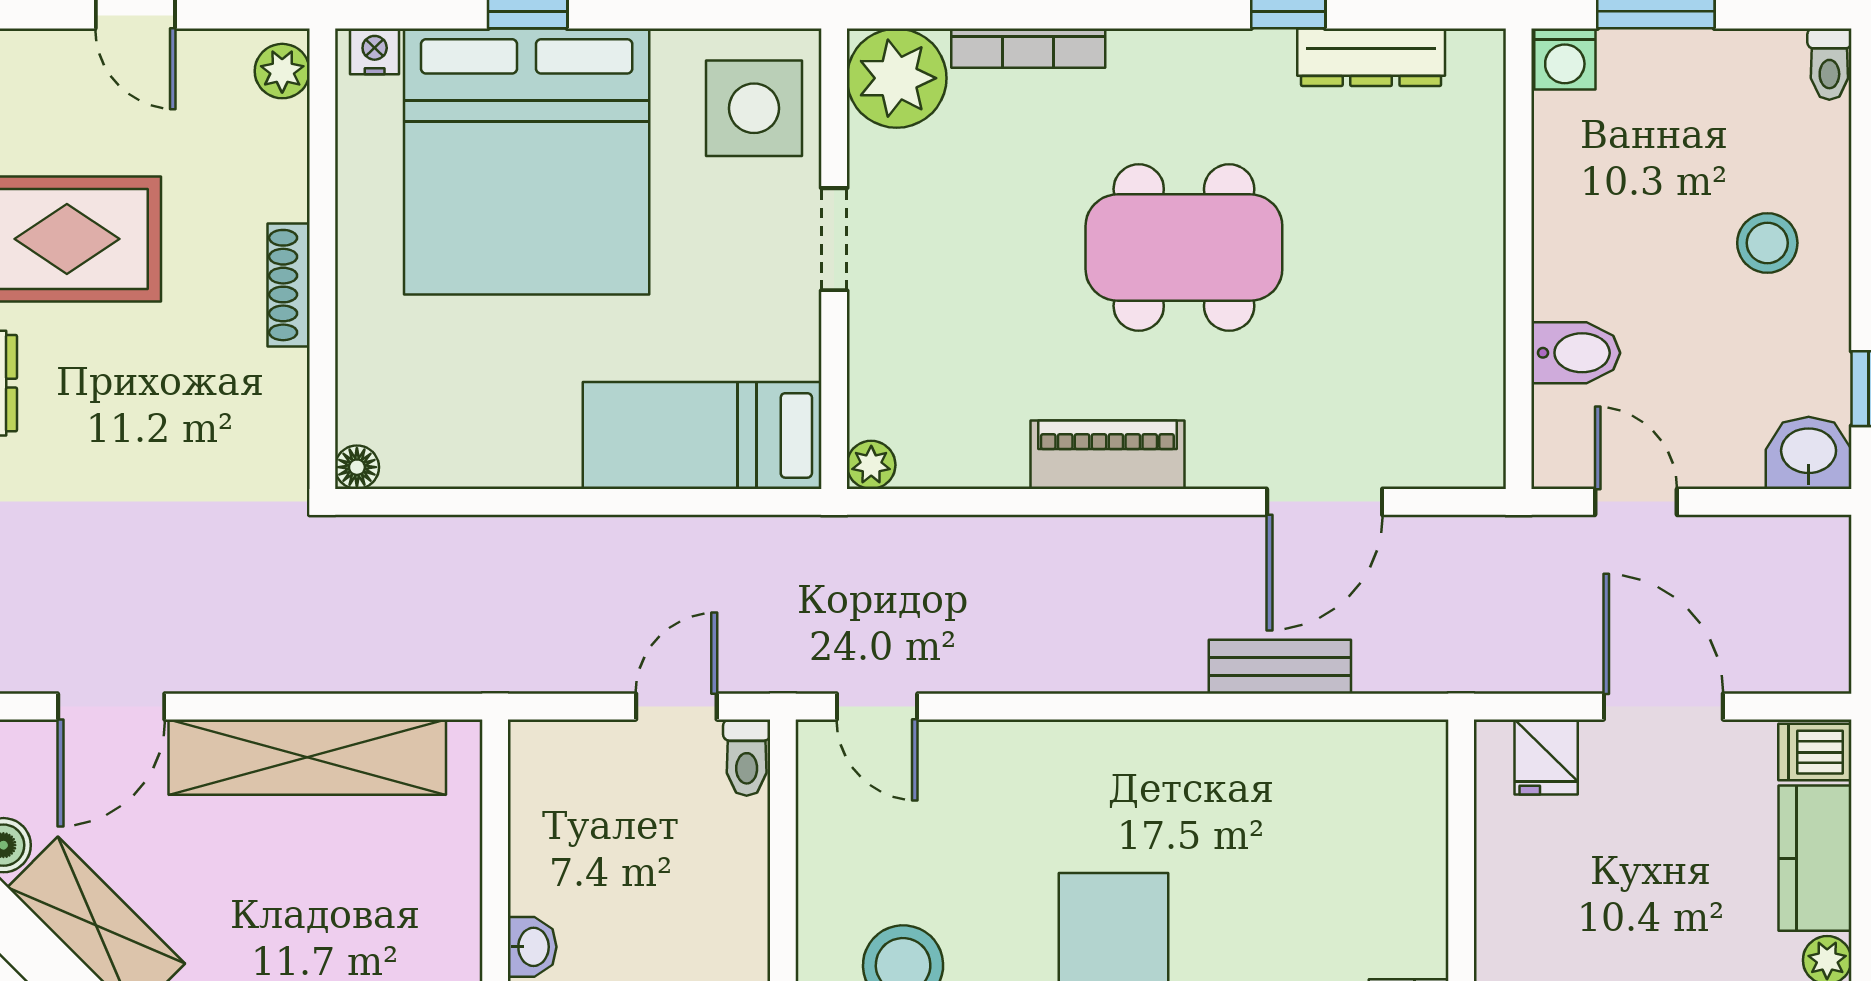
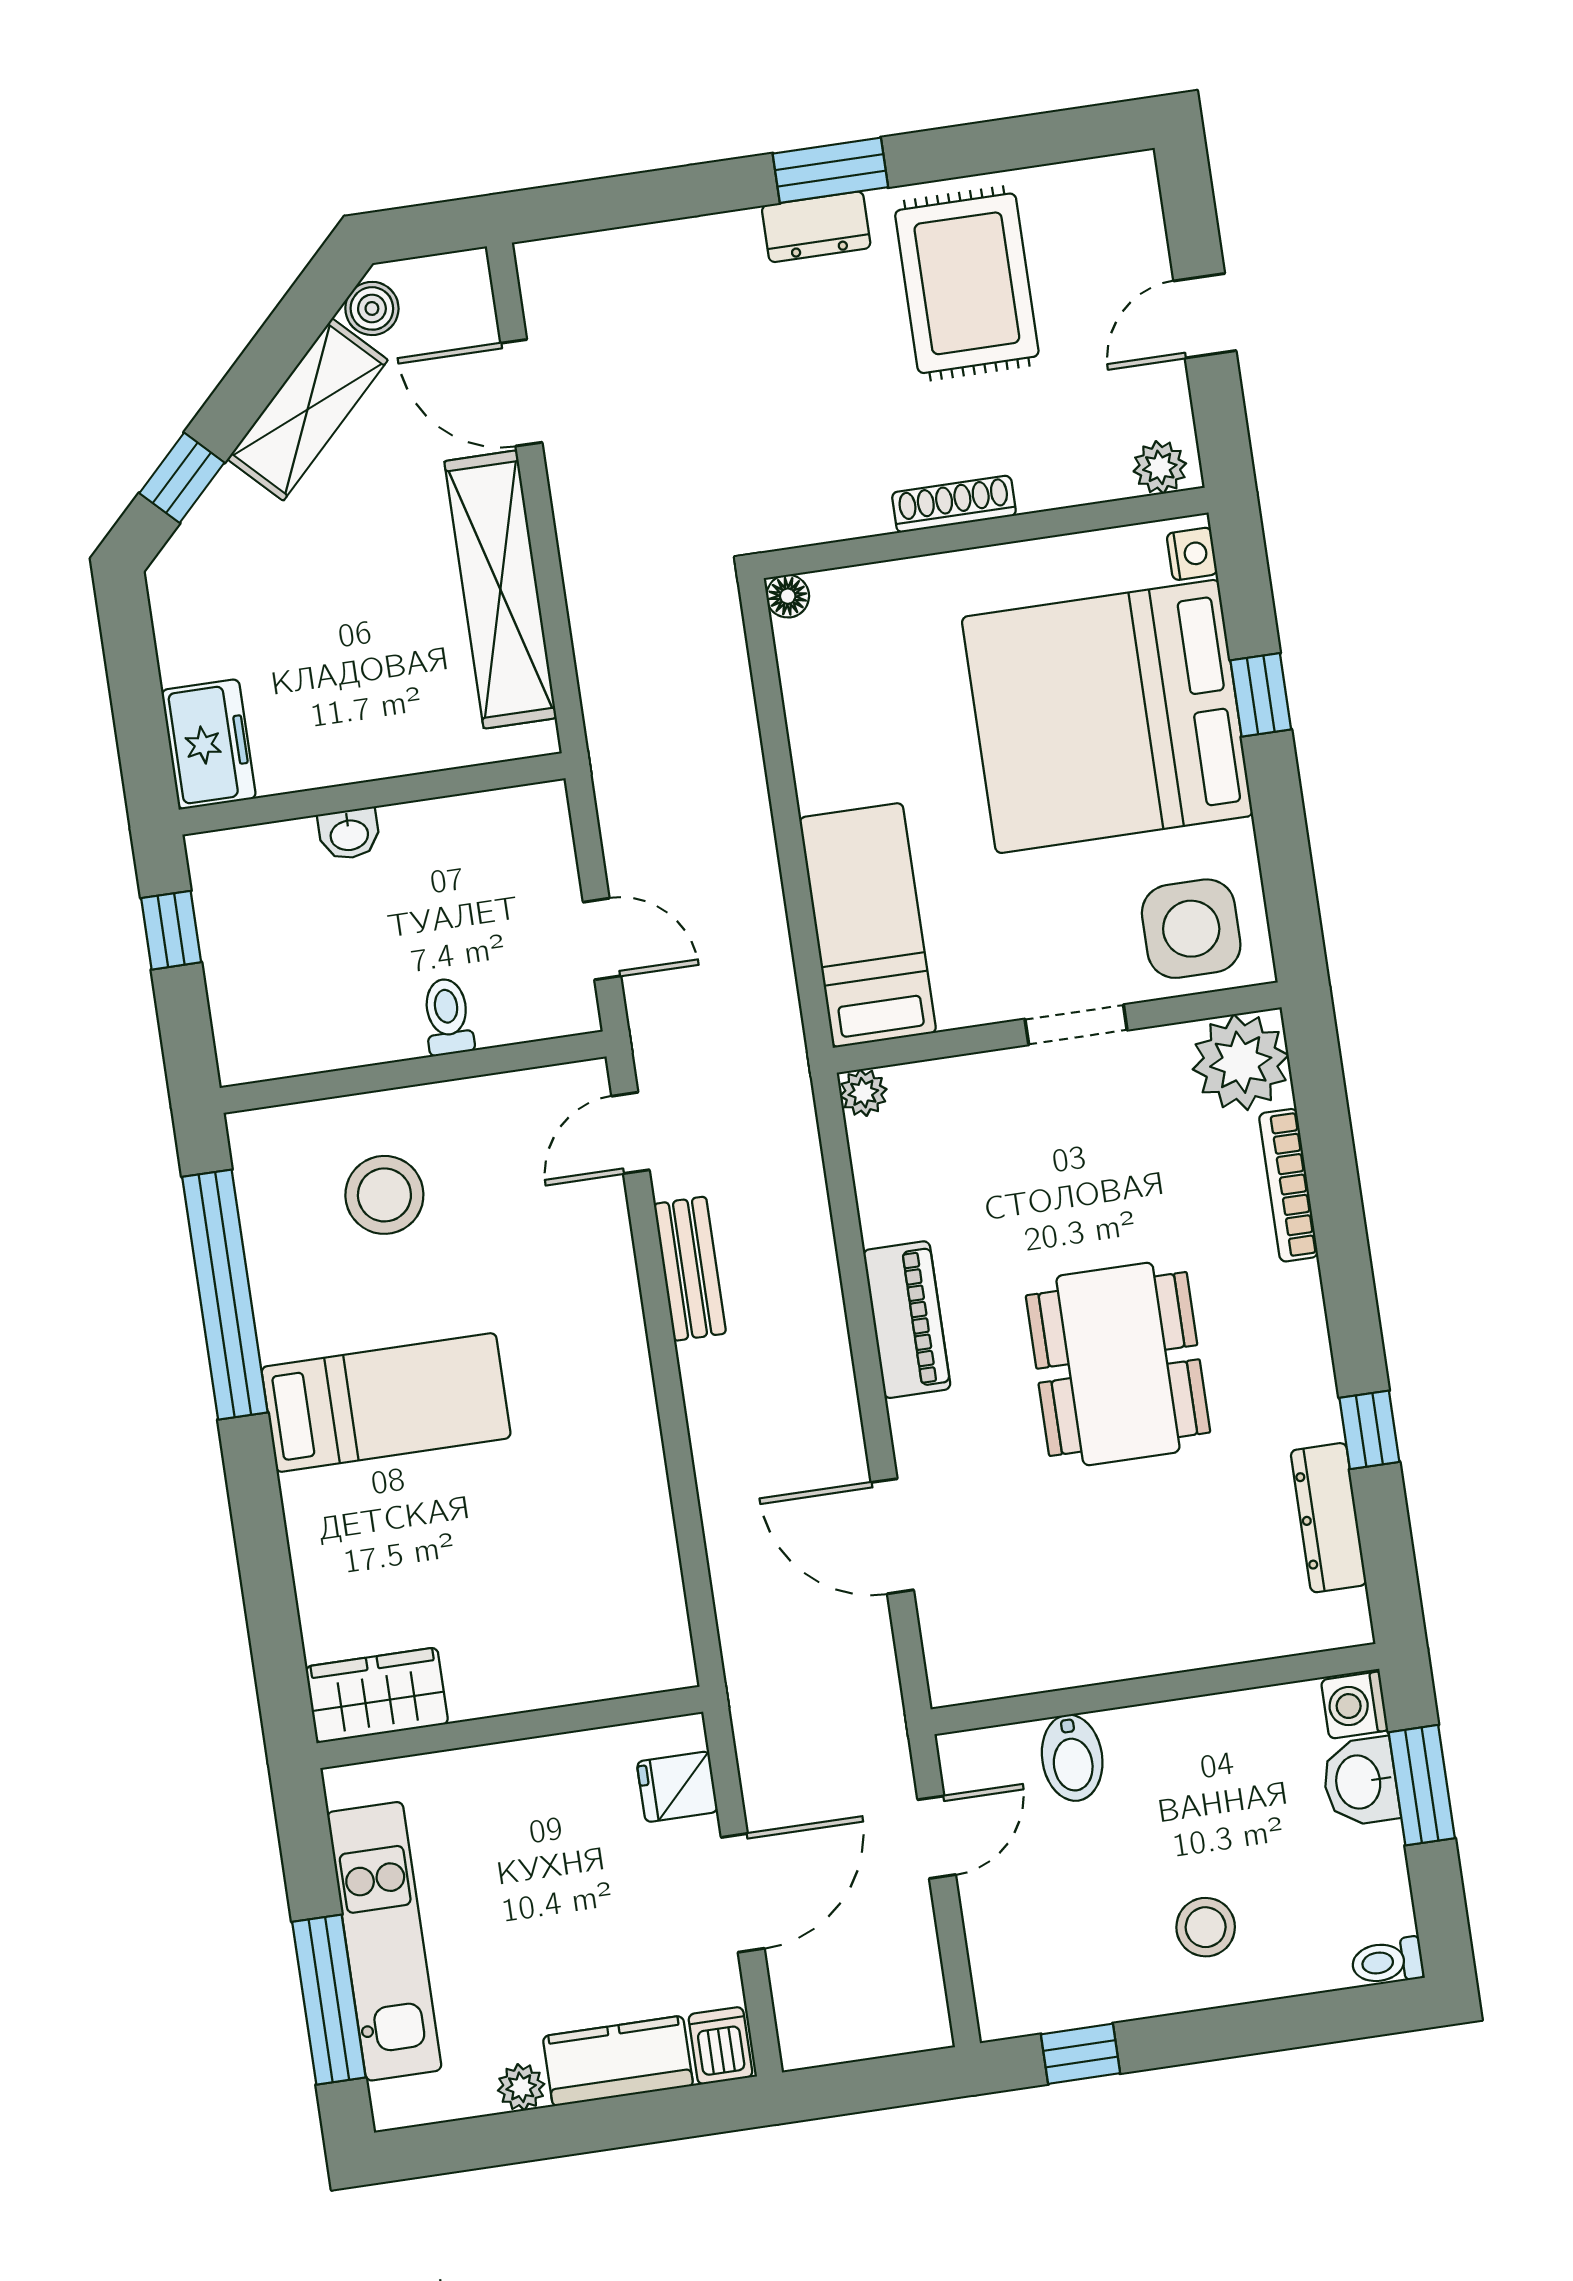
washbasin: (1809, 453) -> (1360, 1782), moved, turned 180
bench: (1280, 667) -> (690, 1269), moved
toilet: (747, 758) -> (448, 1017), moved, turned 90

